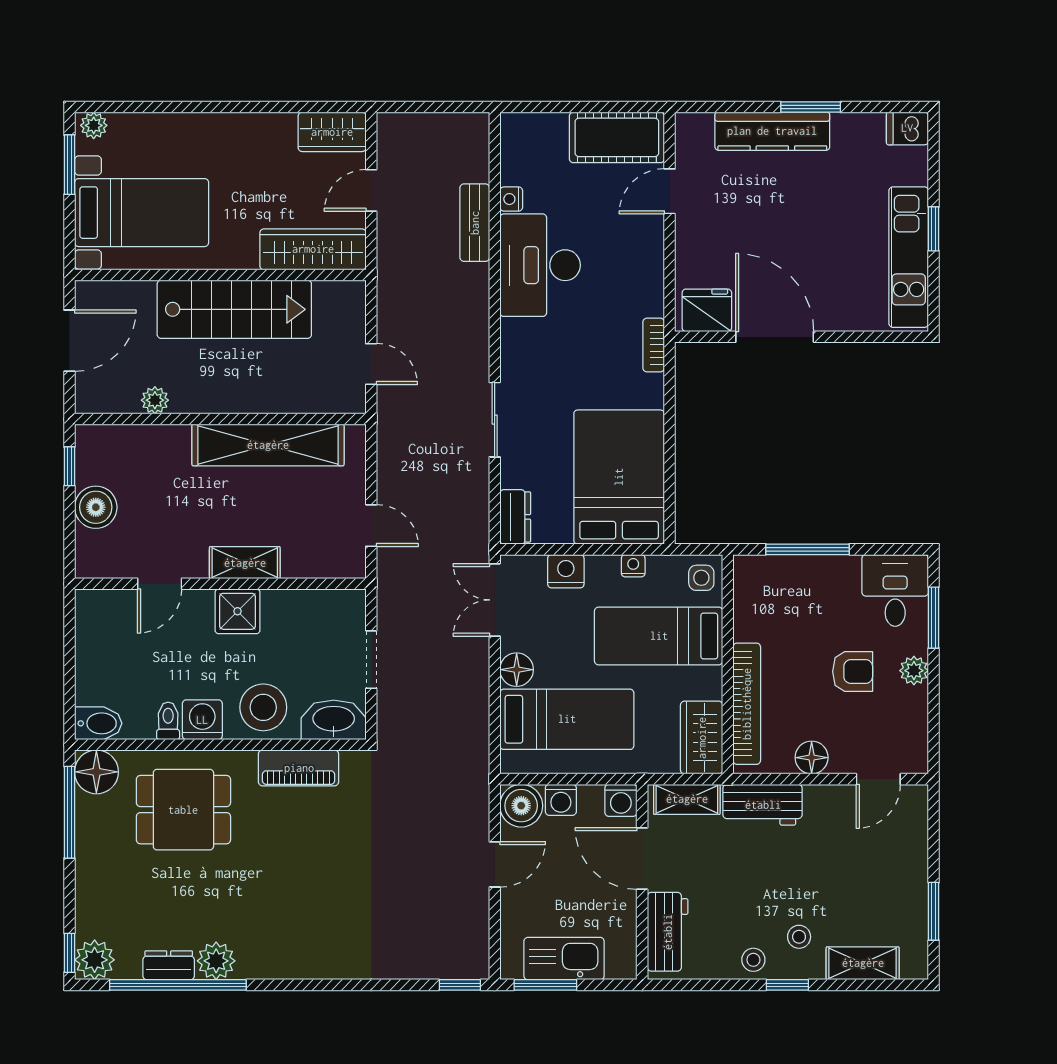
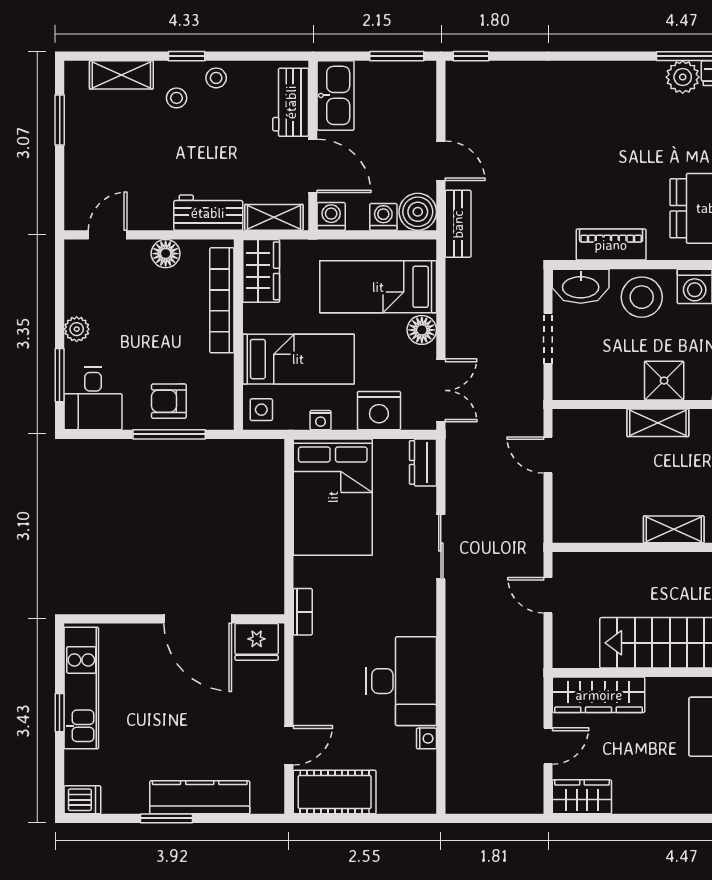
bench: (475, 223) -> (458, 224), moved
shelving: (268, 445) -> (674, 529), width x0.45, depth x0.75
nightstand: (566, 571) -> (379, 411), width x1.36, depth x1.33
armchair: (853, 672) -> (169, 401), moved
door: (495, 864) -> (441, 161), swing flipped
kitchen sink: (564, 959) -> (336, 95), moved, turned -90

